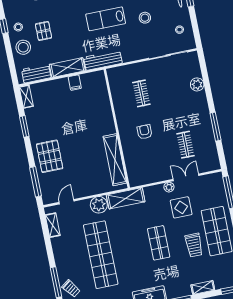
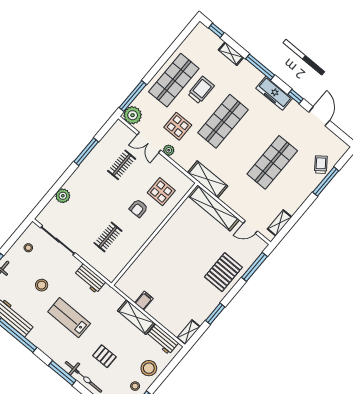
lab bench: (106, 19) -> (69, 318), turned 180
pallet: (44, 31) -> (104, 356), moved, turned 90
workbench: (103, 60) -> (90, 278), moved, width x0.73
display table: (143, 158) -> (161, 192), added
shelving: (115, 160) -> (214, 208), moved, turned 90
plant: (99, 205) -> (133, 115), moved
shop shelf: (159, 243) -> (223, 121), width x1.43, depth x1.36
shop shelf: (101, 255) -> (272, 162), width x0.71

